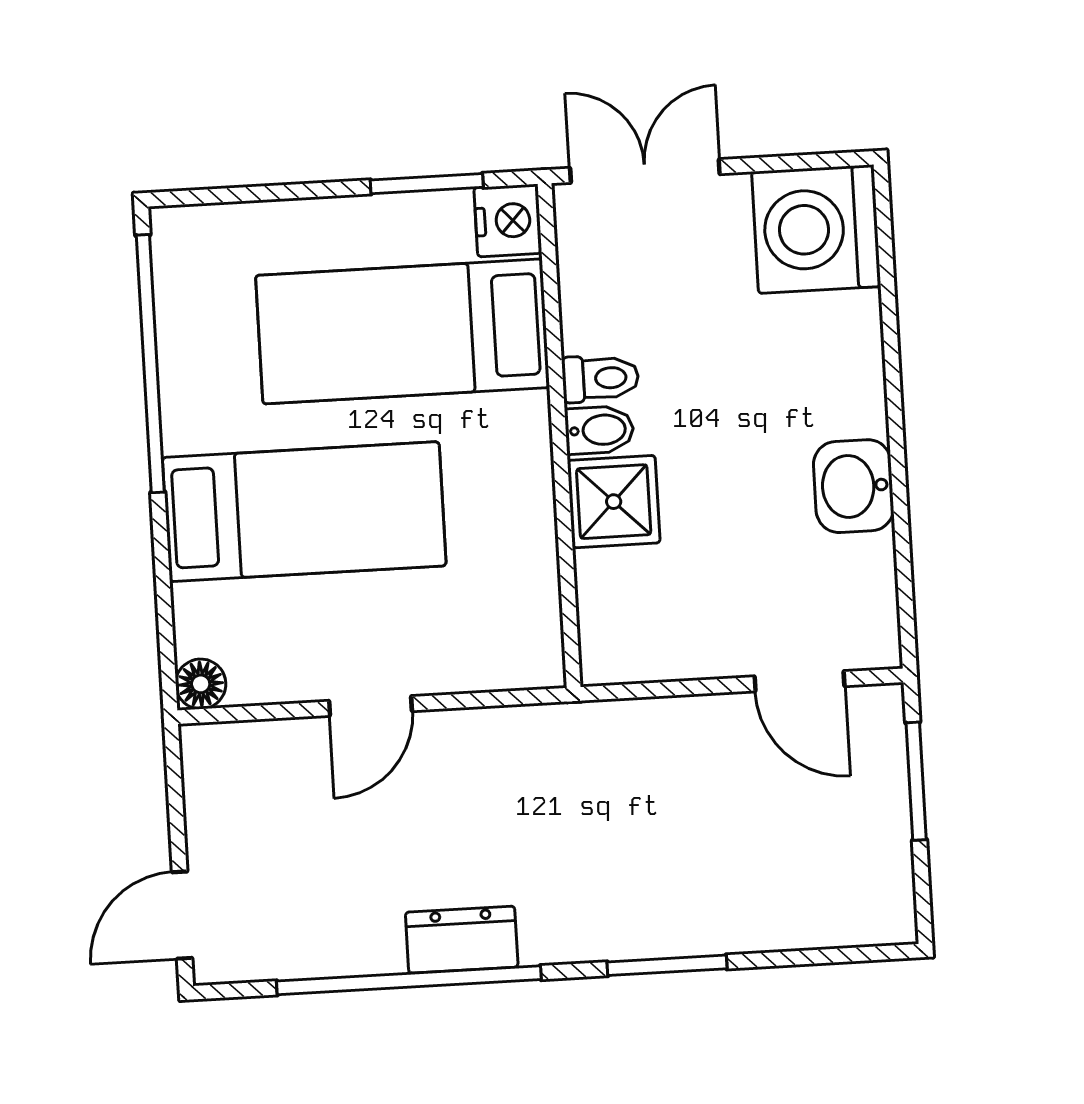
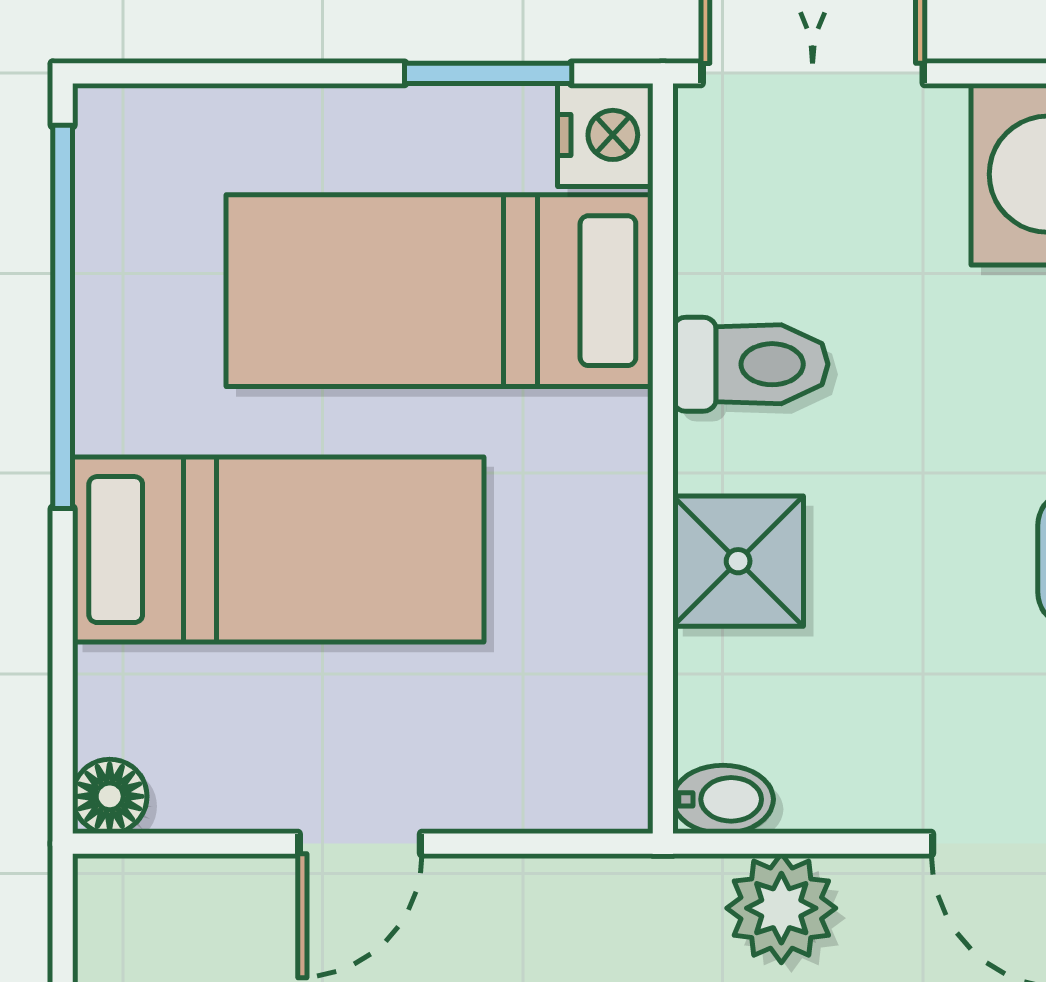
toilet: (600, 378) -> (750, 364), width x1.37, depth x1.39
bidet: (599, 430) -> (723, 799), moved
plant: (656, 733) -> (781, 908), added

